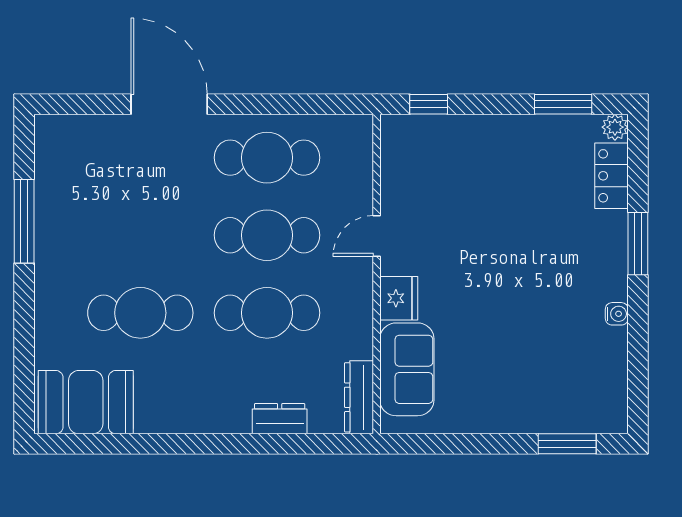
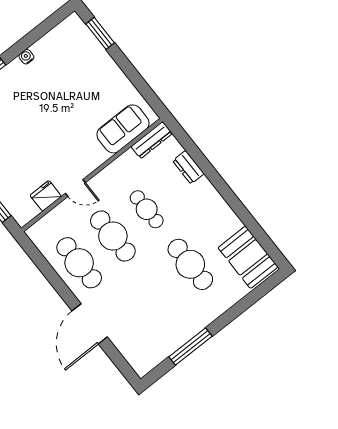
fridge: (399, 298) -> (46, 196), moved
cafe table: (267, 313) -> (147, 209), width x0.73, depth x0.74

